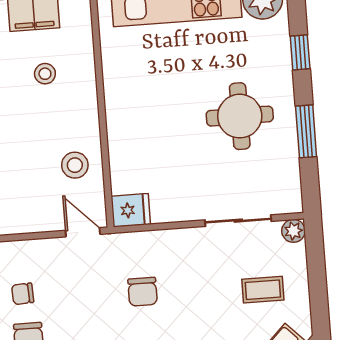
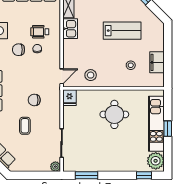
window: (300, 52) -> (144, 175), moved
round table: (240, 116) -> (114, 114), moved
window: (306, 131) -> (86, 175), moved
coffee table: (263, 290) -> (25, 126), moved

